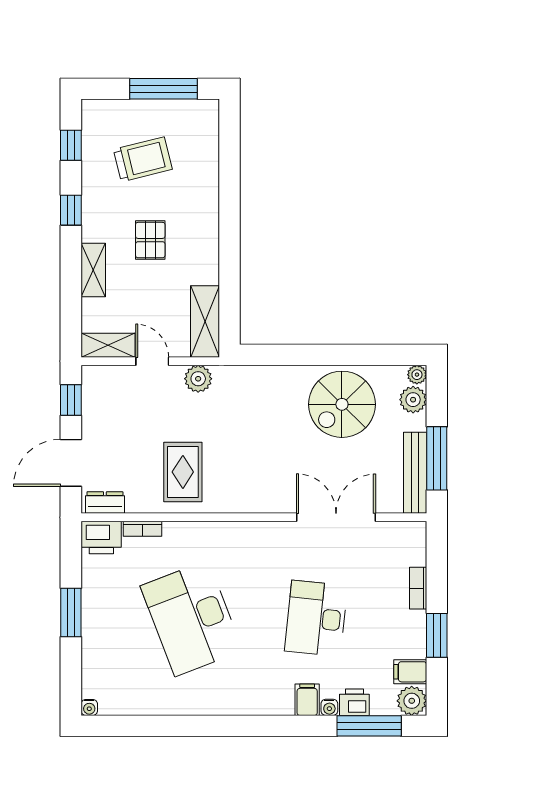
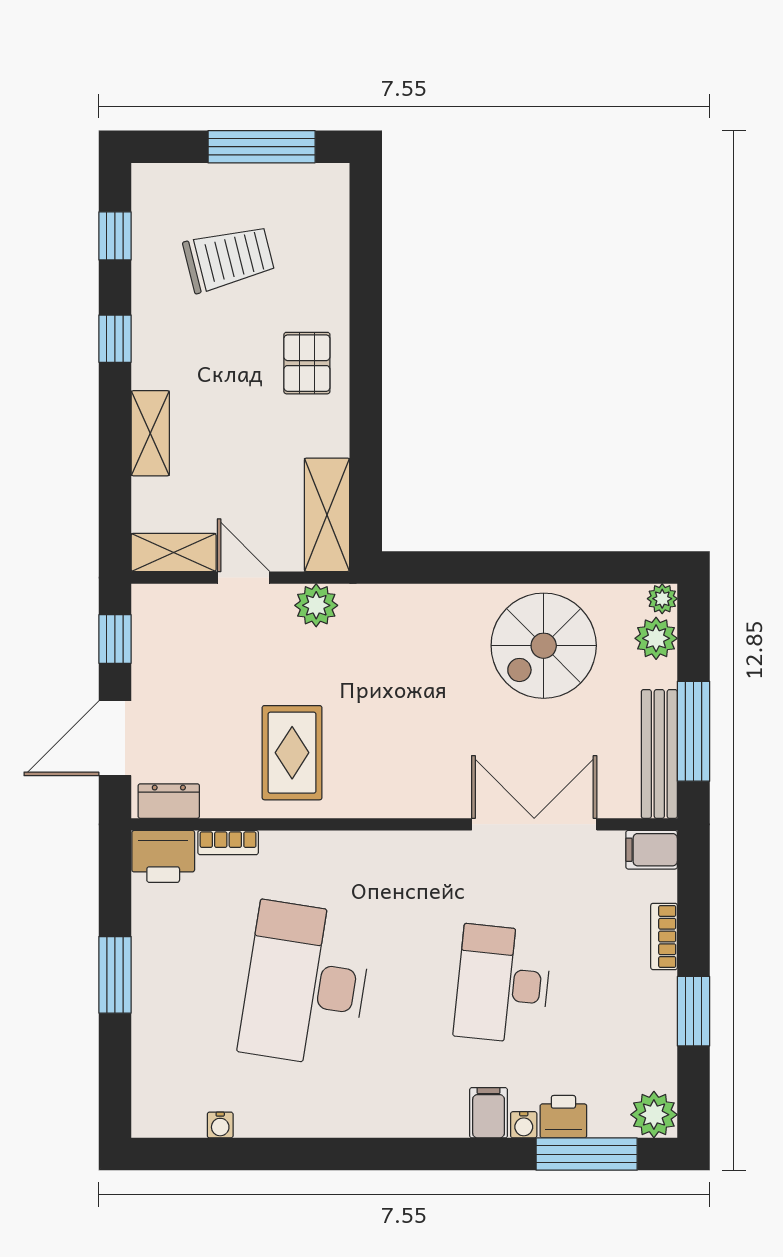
pallet: (150, 240) -> (307, 363), moved
desk: (192, 618) -> (306, 984), turned 30
filing cabinet: (410, 672) -> (652, 850), moved
water cooler: (89, 707) -> (220, 1125), moved

